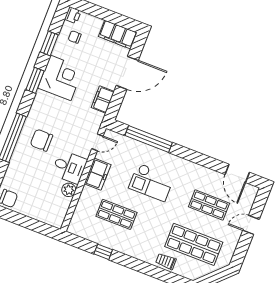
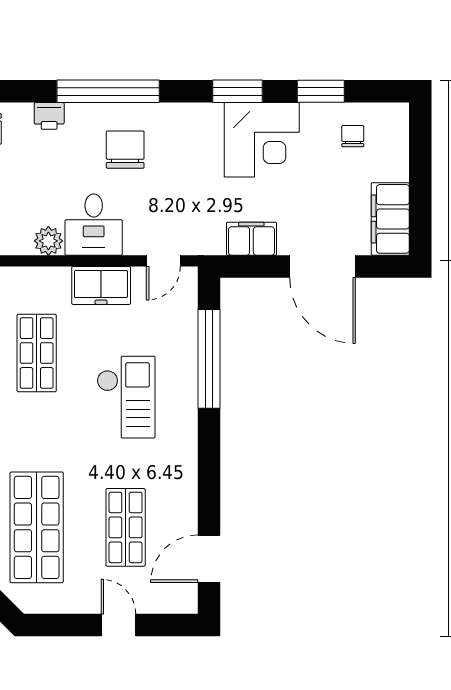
printer: (73, 15) -> (49, 116), moved
door: (97, 142) -> (163, 261), hinge flipped
checkout: (151, 182) -> (126, 397), turned 180

